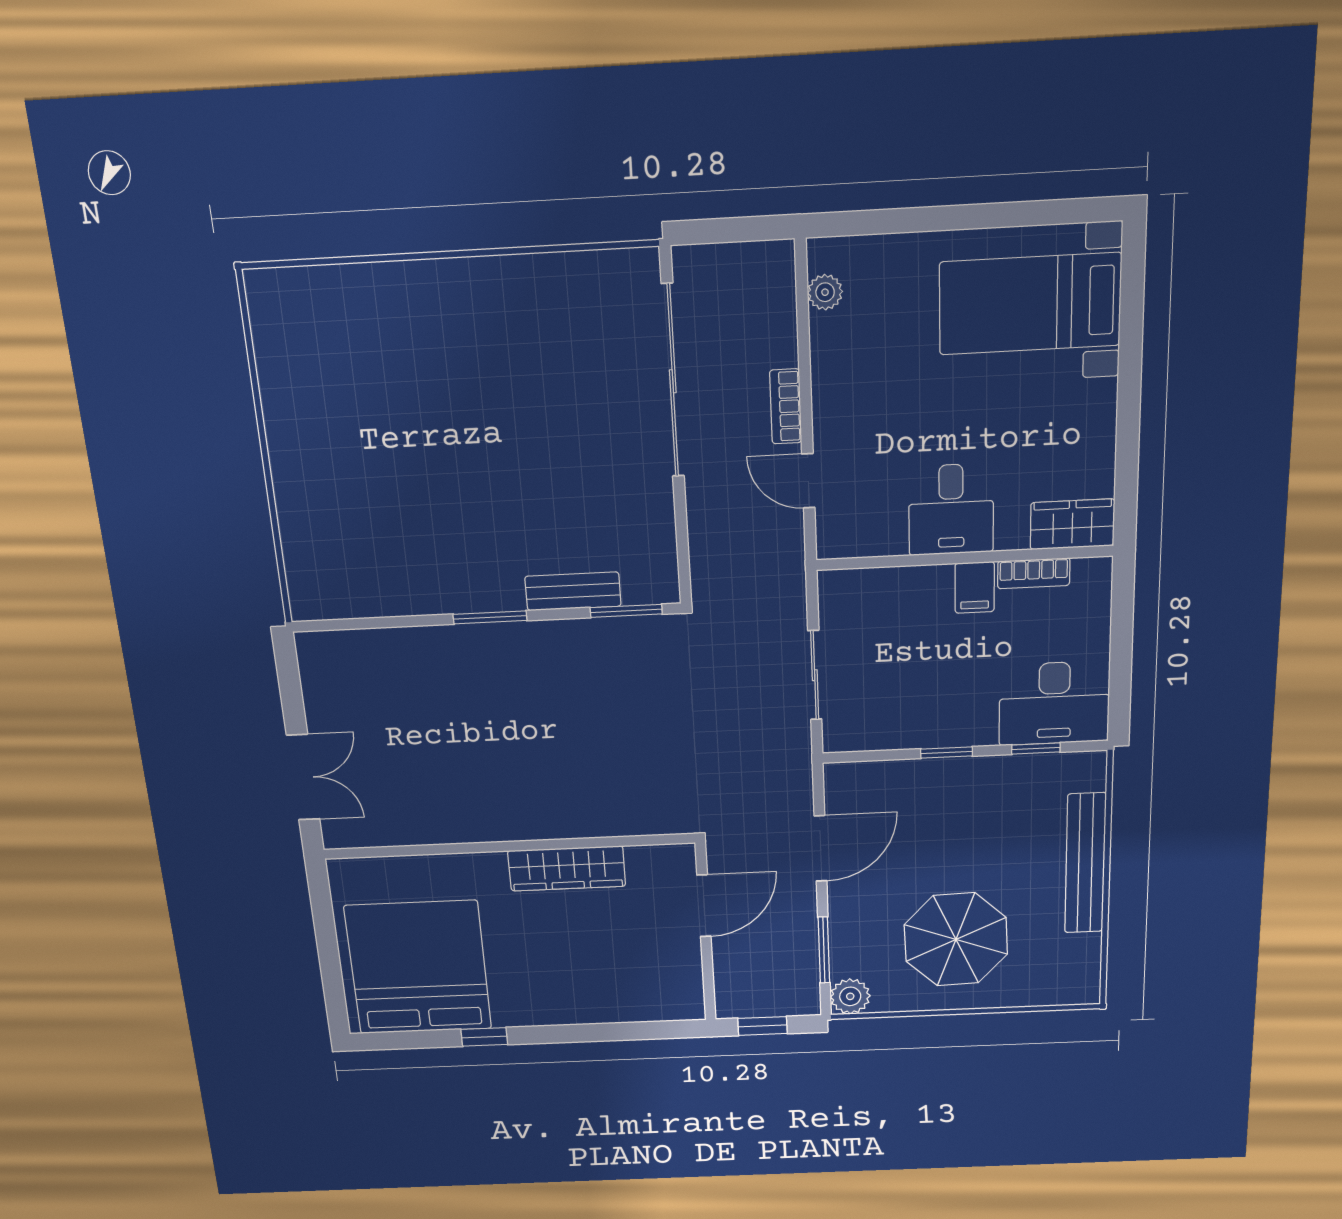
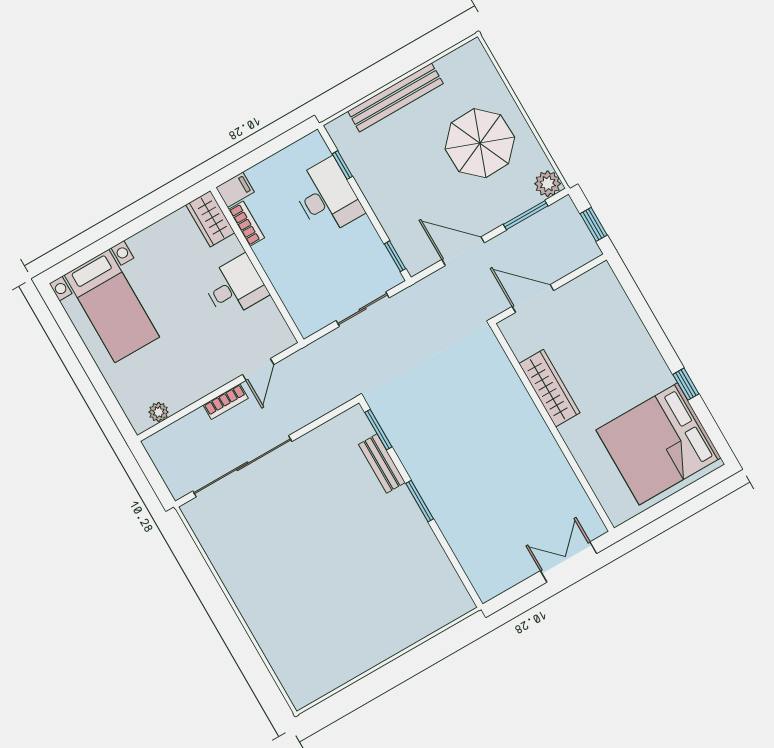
filing cabinet: (975, 587) -> (235, 190), moved
desk: (1054, 703) -> (327, 197), moved
window: (947, 753) -> (395, 256), moved

